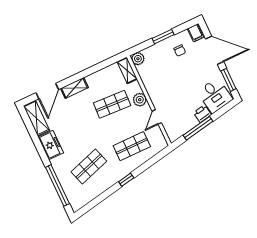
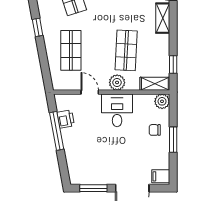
chair: (180, 51) -> (155, 130), moved
window: (106, 63) -> (173, 64), added
desk: (215, 95) -> (117, 110), moved, turned 100
printer: (202, 114) -> (66, 119), moved

